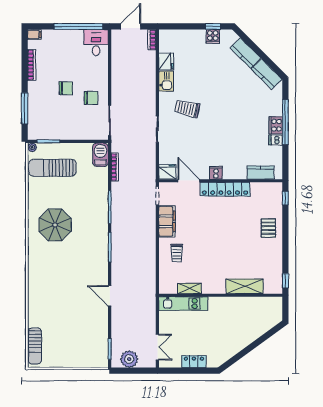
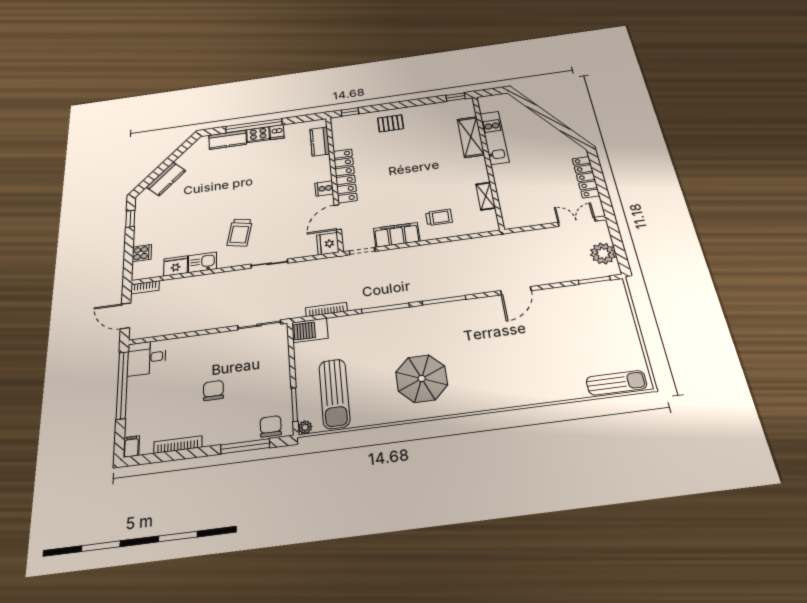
cooker: (213, 36) -> (142, 253), moved
kitchen counter: (267, 74) -> (228, 140), moved, turned 45
chair: (91, 98) -> (271, 426), moved
kitchen unit: (183, 304) -> (494, 138), moved
locker: (194, 362) -> (586, 177), width x1.53

